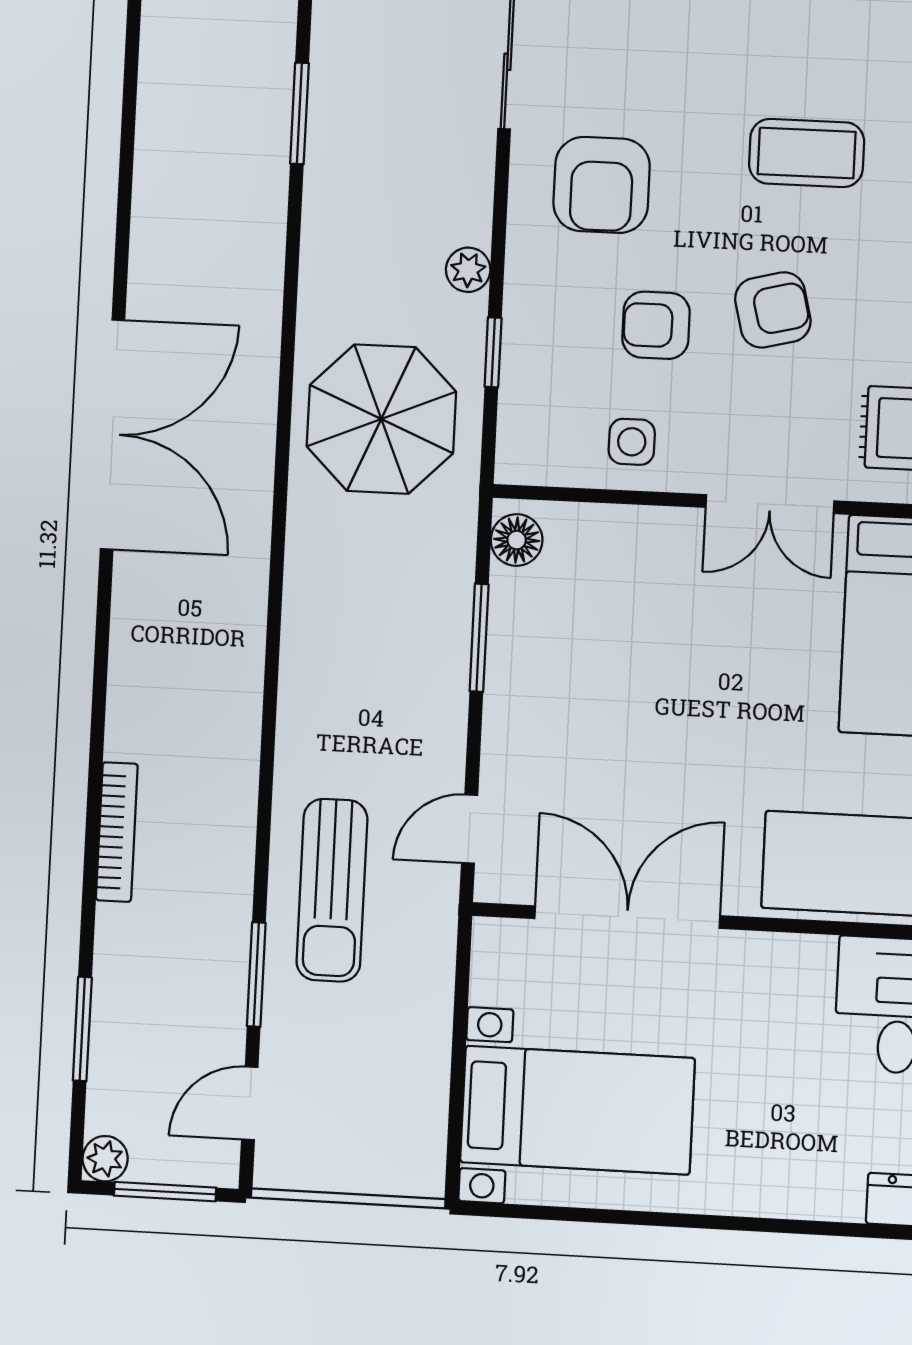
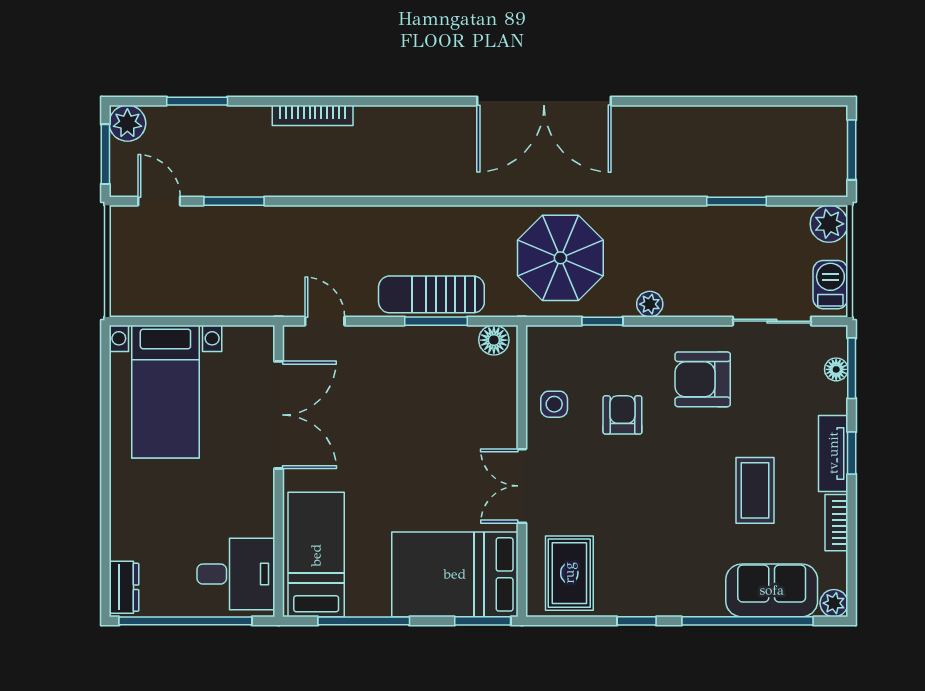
coffee table: (807, 153) -> (755, 490), moved
armchair: (773, 310) -> (634, 482), removed
sun lounger: (332, 890) -> (431, 294), moved
plant: (105, 1159) -> (127, 123), width x1.38, depth x1.38

